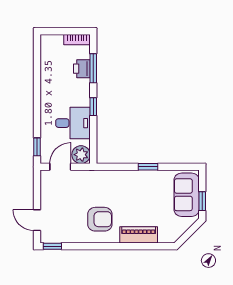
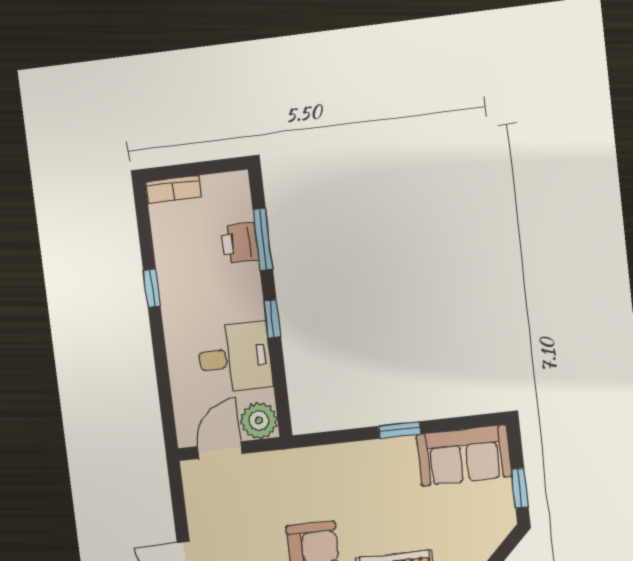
bookcase: (77, 40) -> (173, 189), moved
window: (37, 147) -> (152, 288), moved
sofa: (187, 195) -> (464, 456), moved, turned -90

